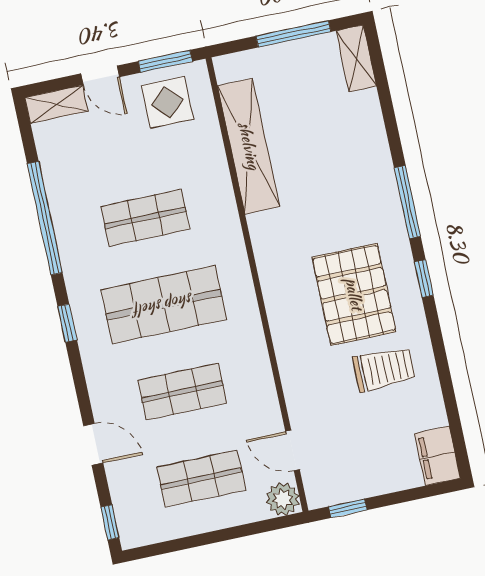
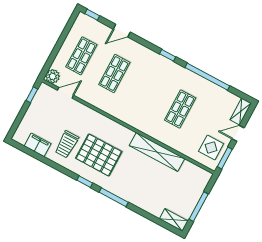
shelving: (249, 146) -> (157, 152), moved
shop shelf: (164, 305) -> (147, 91), removed
filing cabinet: (438, 456) -> (38, 145), moved

